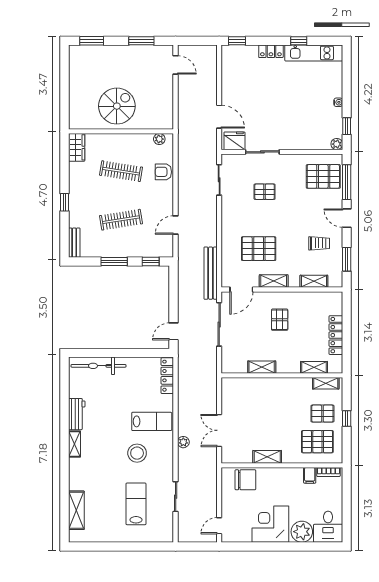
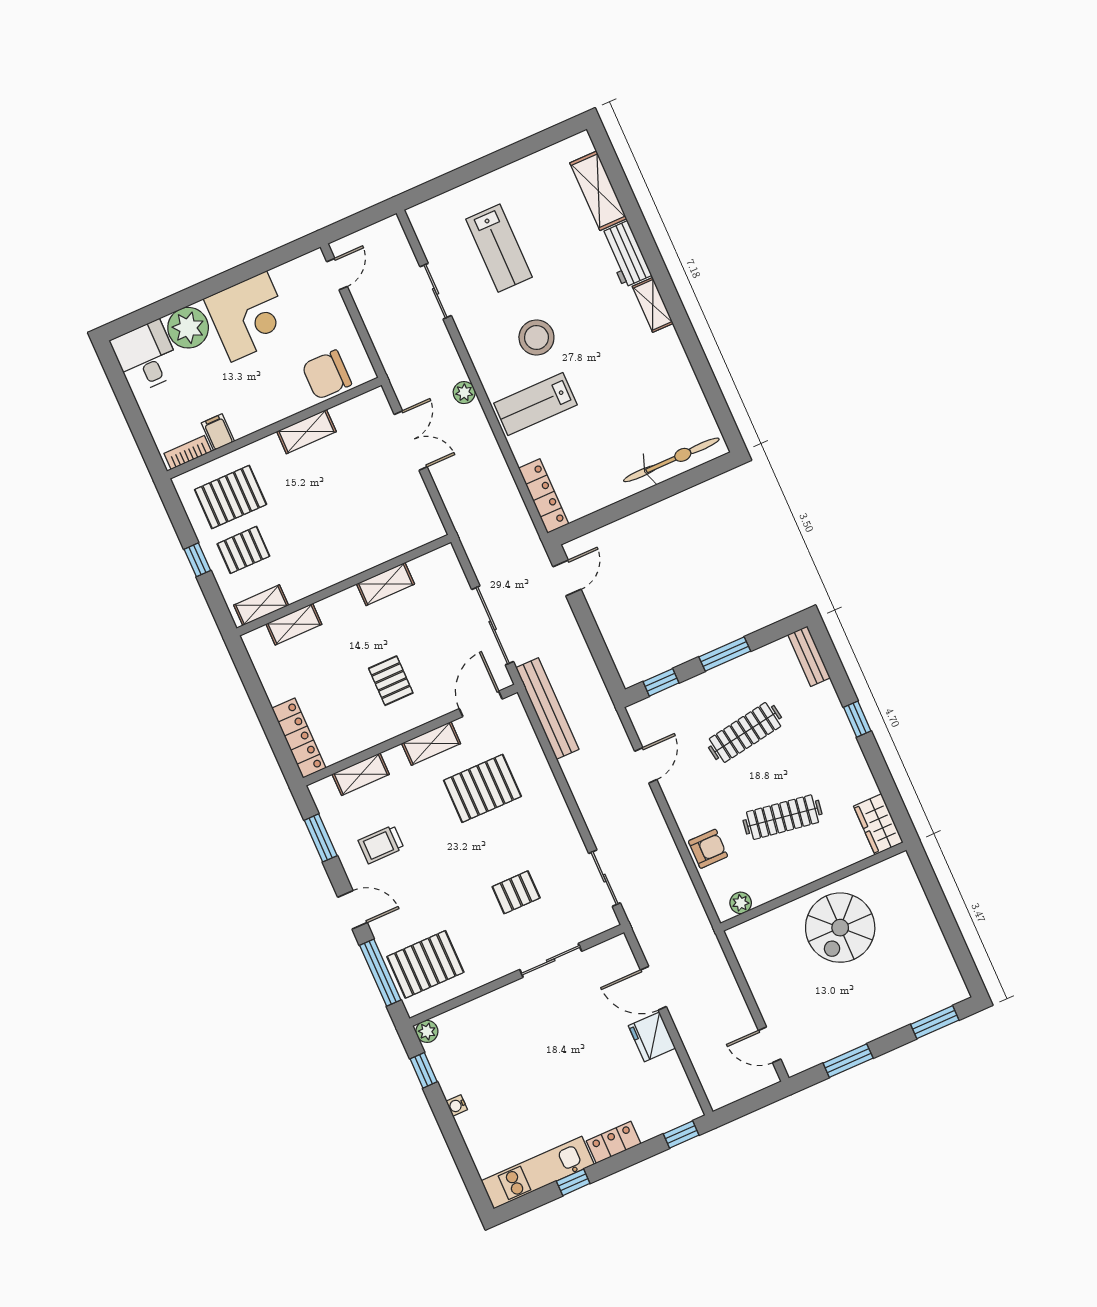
fridge: (234, 141) -> (652, 1037), moved, turned 90
locker: (336, 335) -> (299, 738), moved
workbench: (77, 414) -> (626, 254), moved

